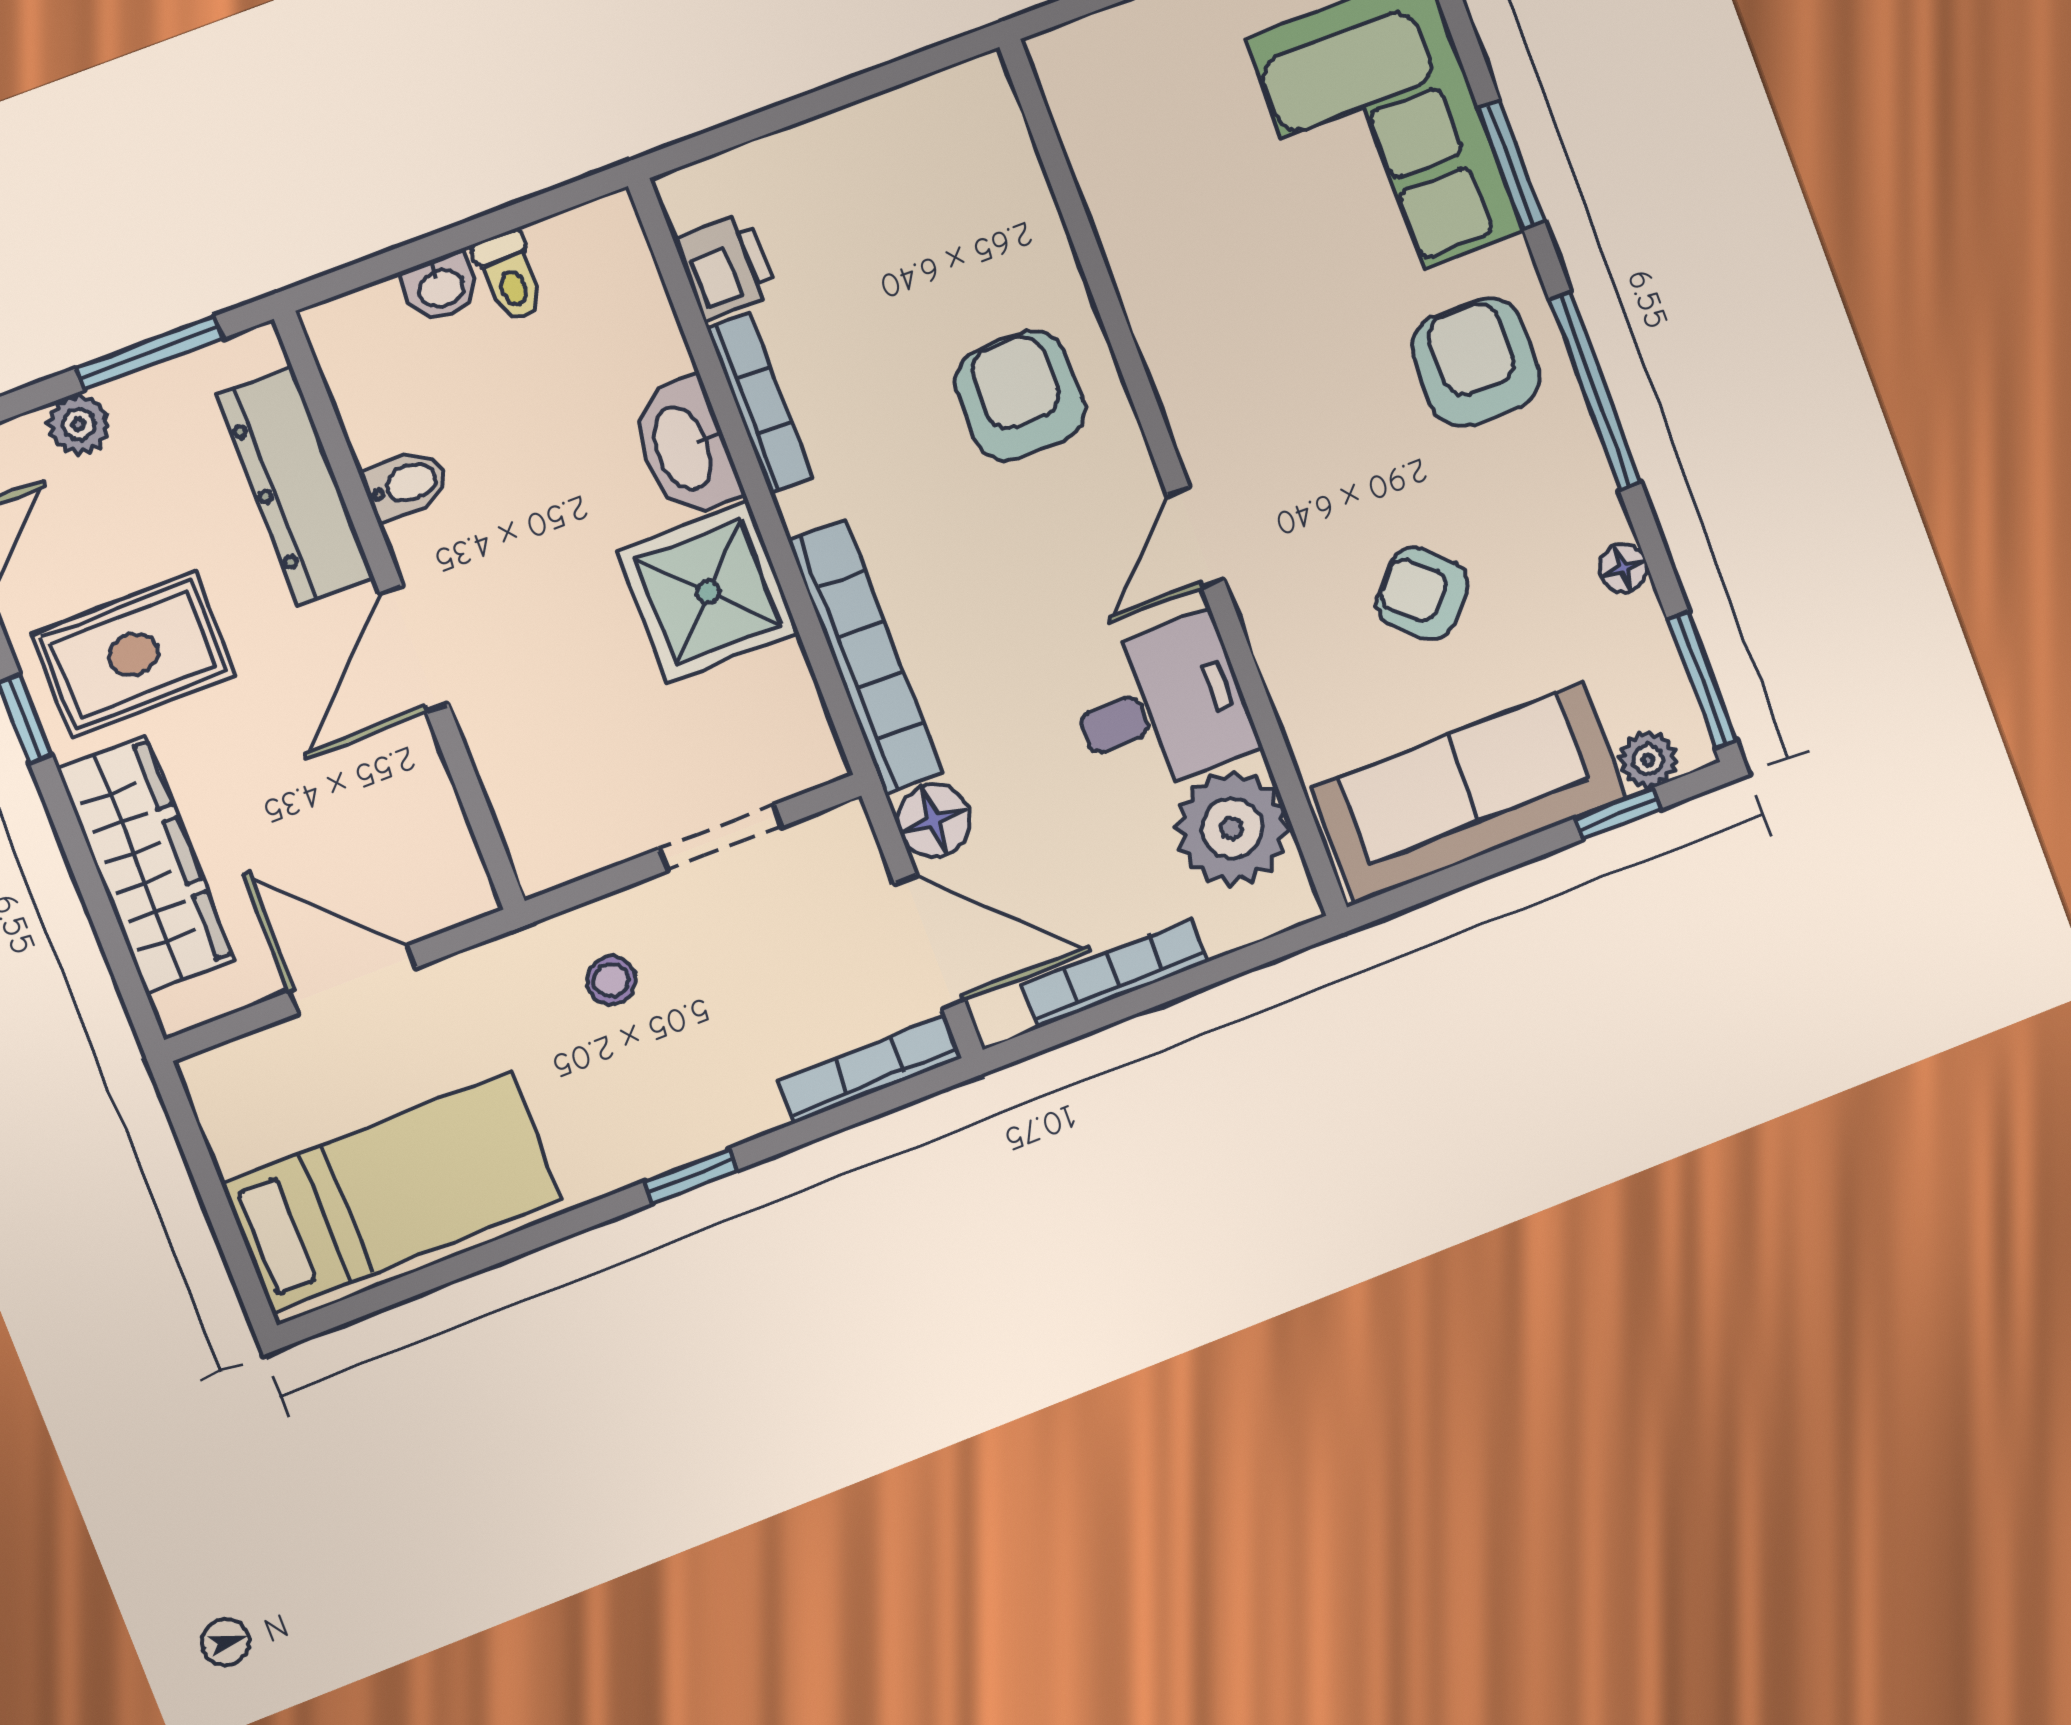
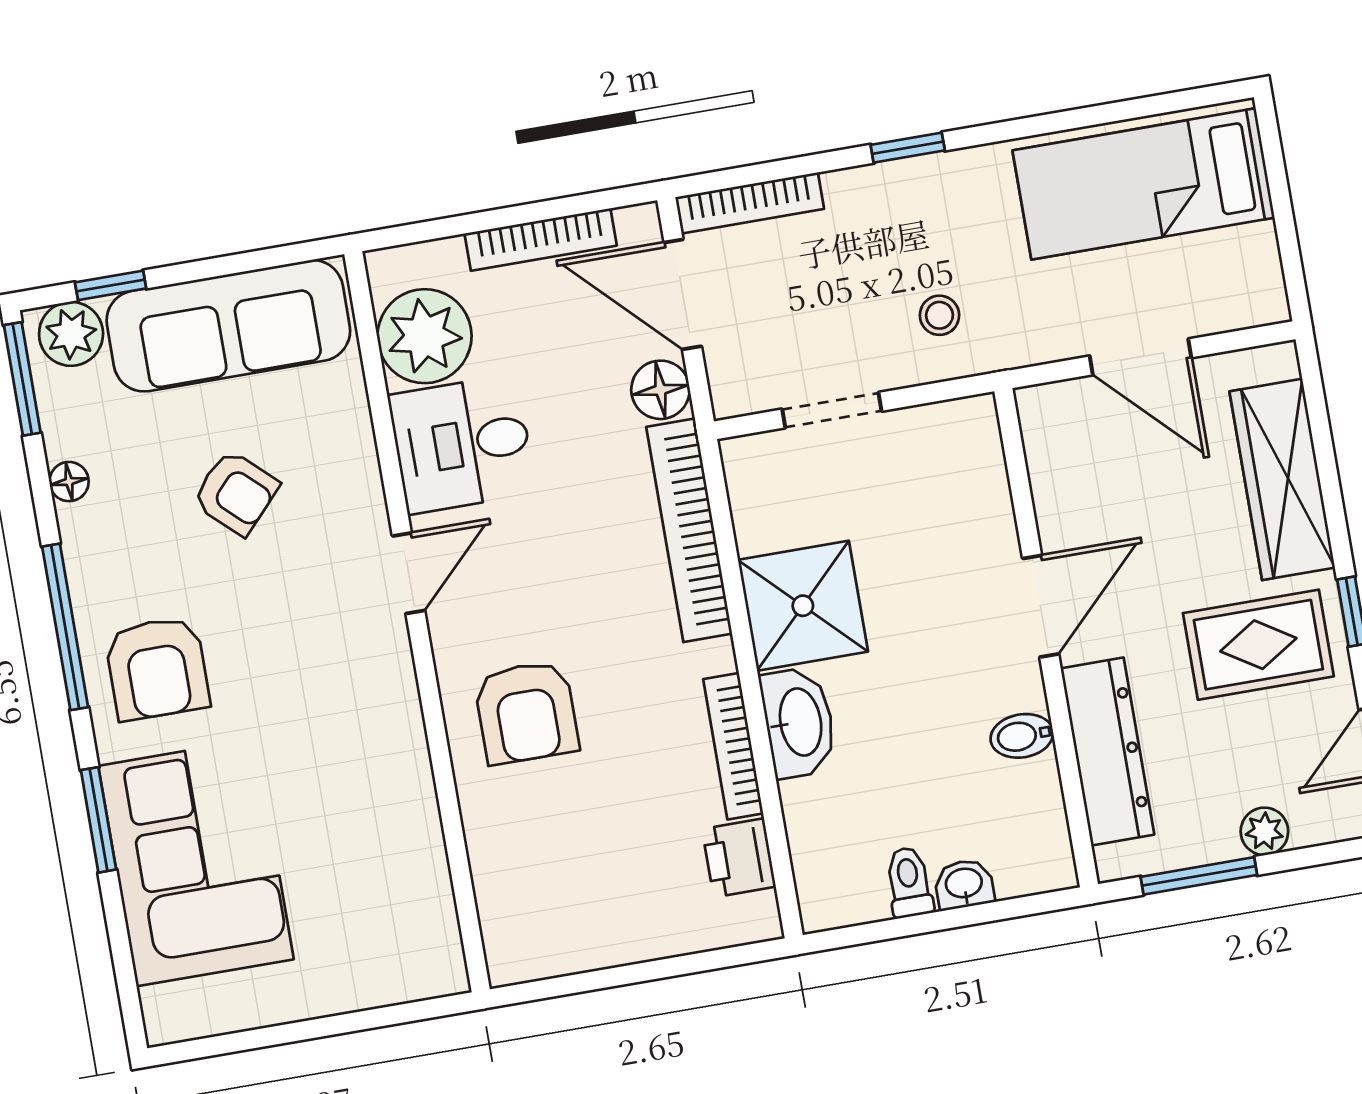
plant: (1648, 760) -> (71, 334), width x1.38, depth x1.38

